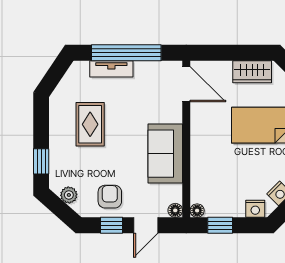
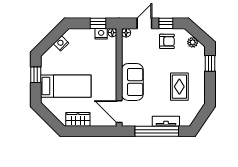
sofa: (165, 154) -> (132, 82), moved
armchair: (110, 197) -> (167, 41), turned -90
nightstand: (255, 209) -> (101, 34), moved

